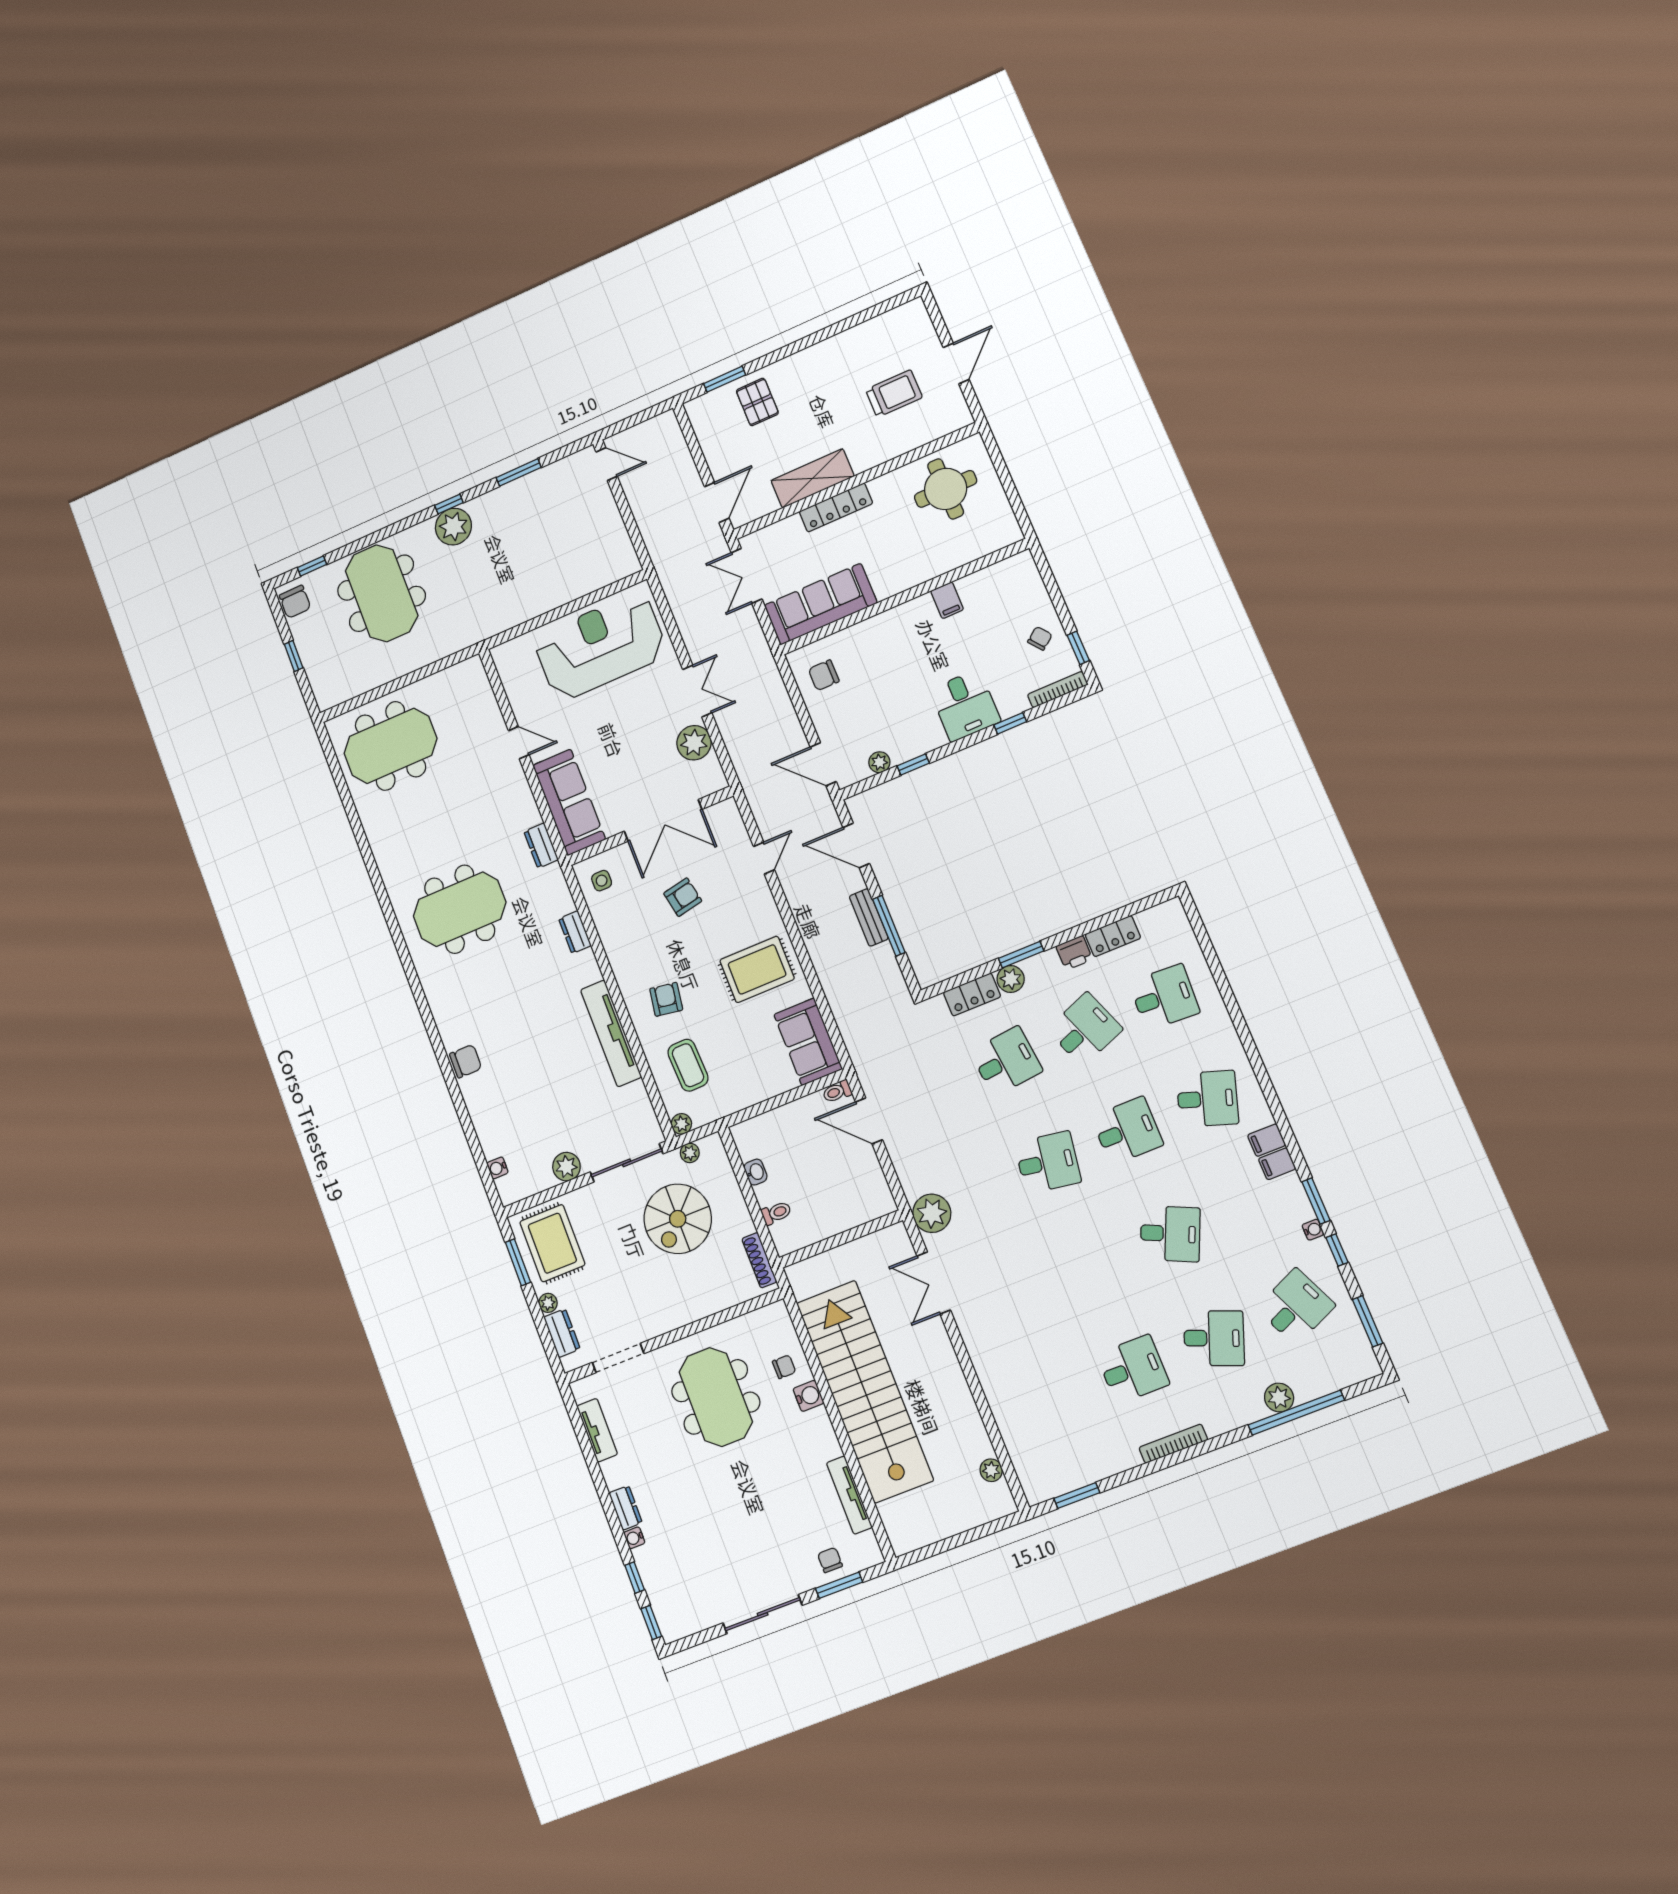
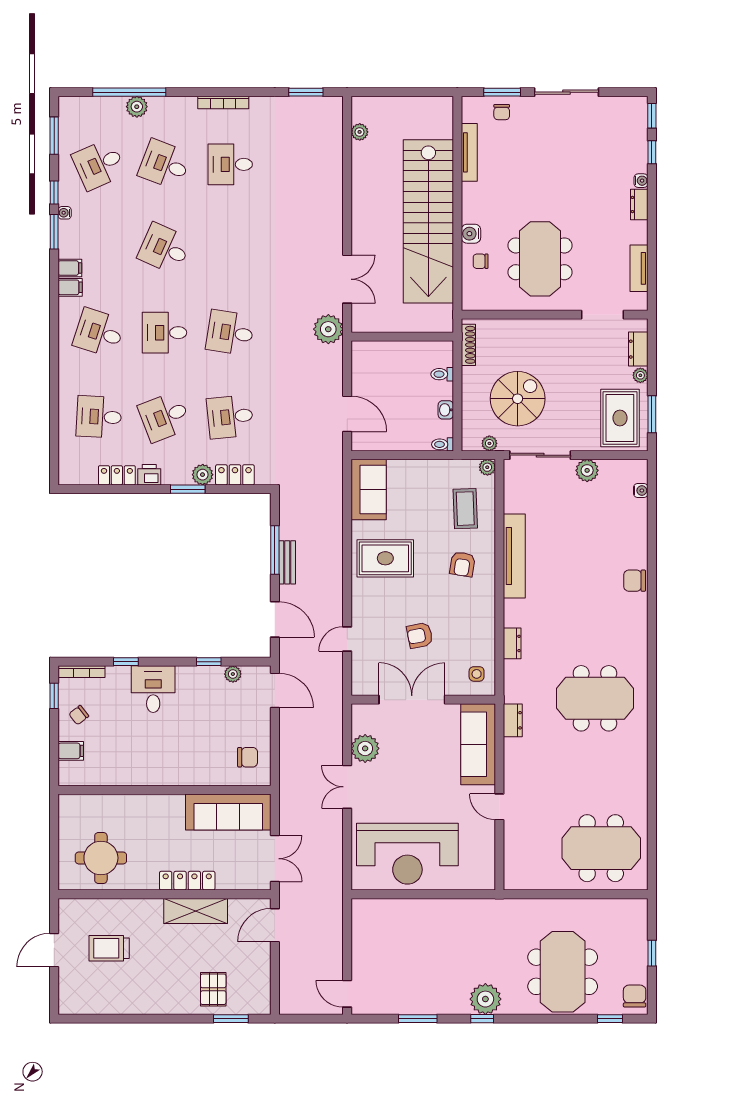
filing cabinet: (947, 600) -> (71, 751), moved, turned 90
toilet: (837, 1092) -> (443, 444), moved, turned 180

